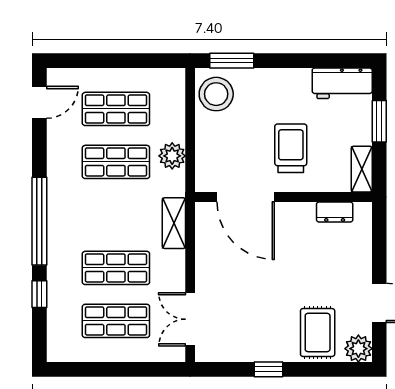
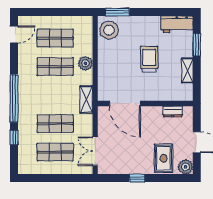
door: (246, 197) -> (125, 103), moved
wall: (284, 197) -> (145, 103), moved
dresser: (335, 212) -> (173, 111), moved

